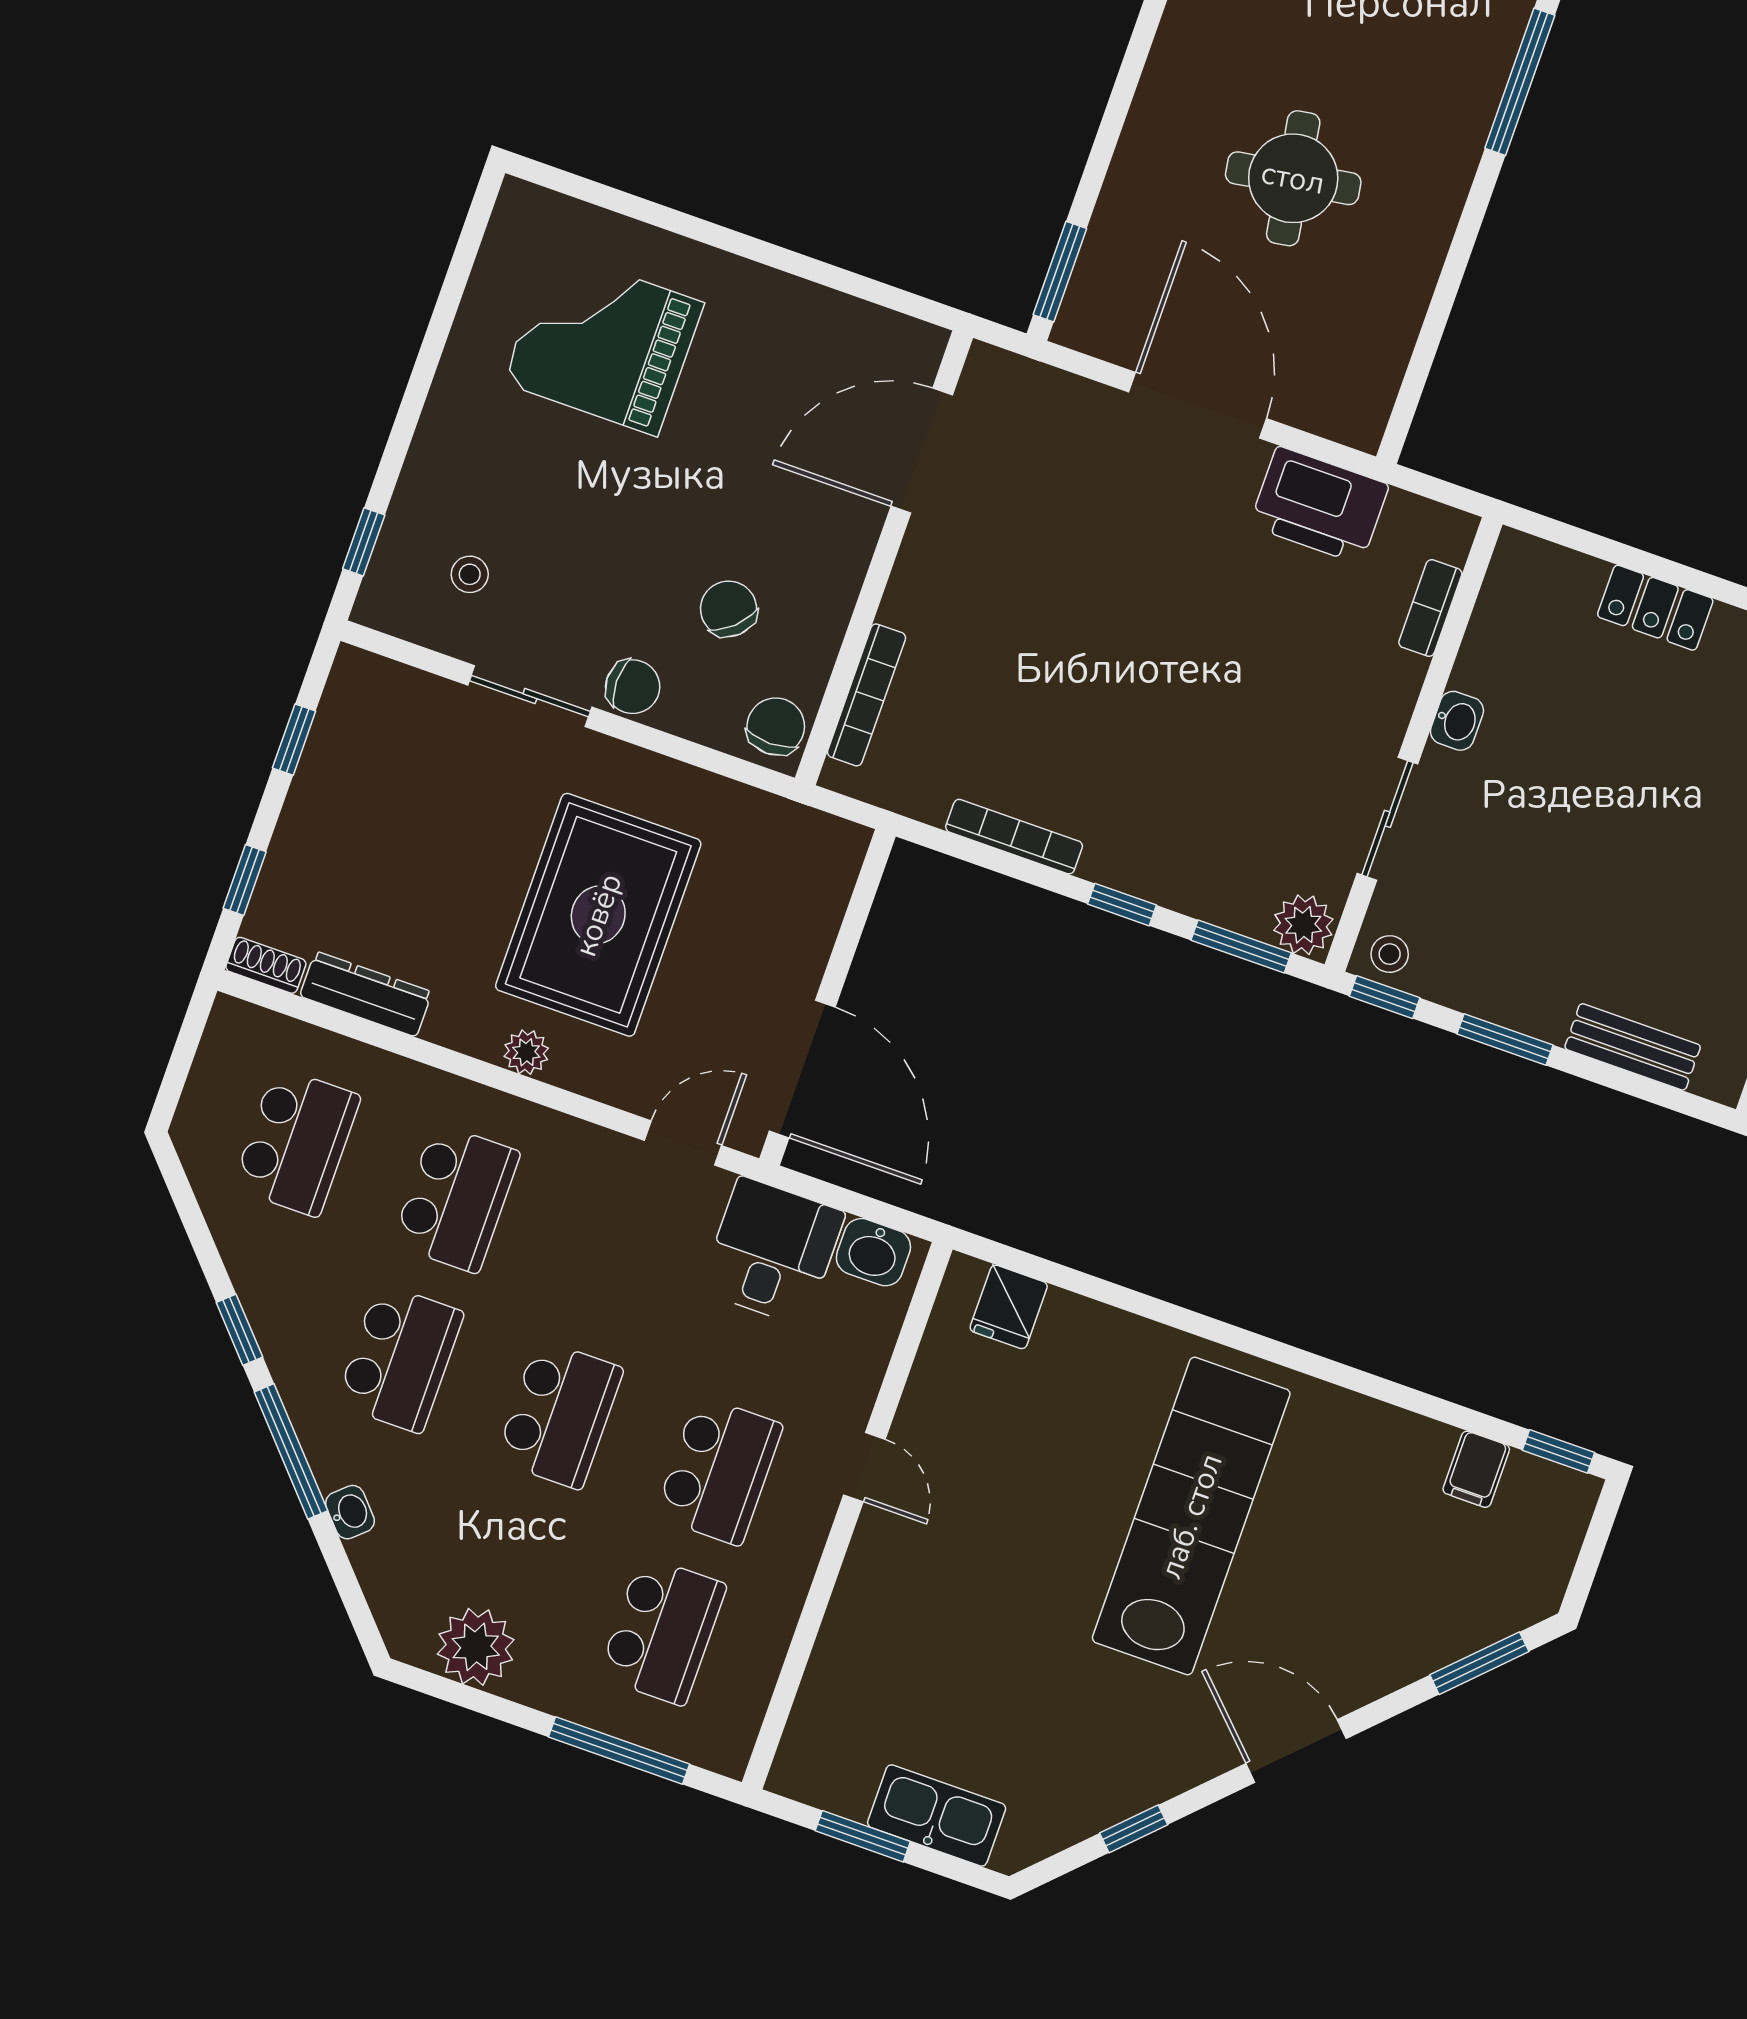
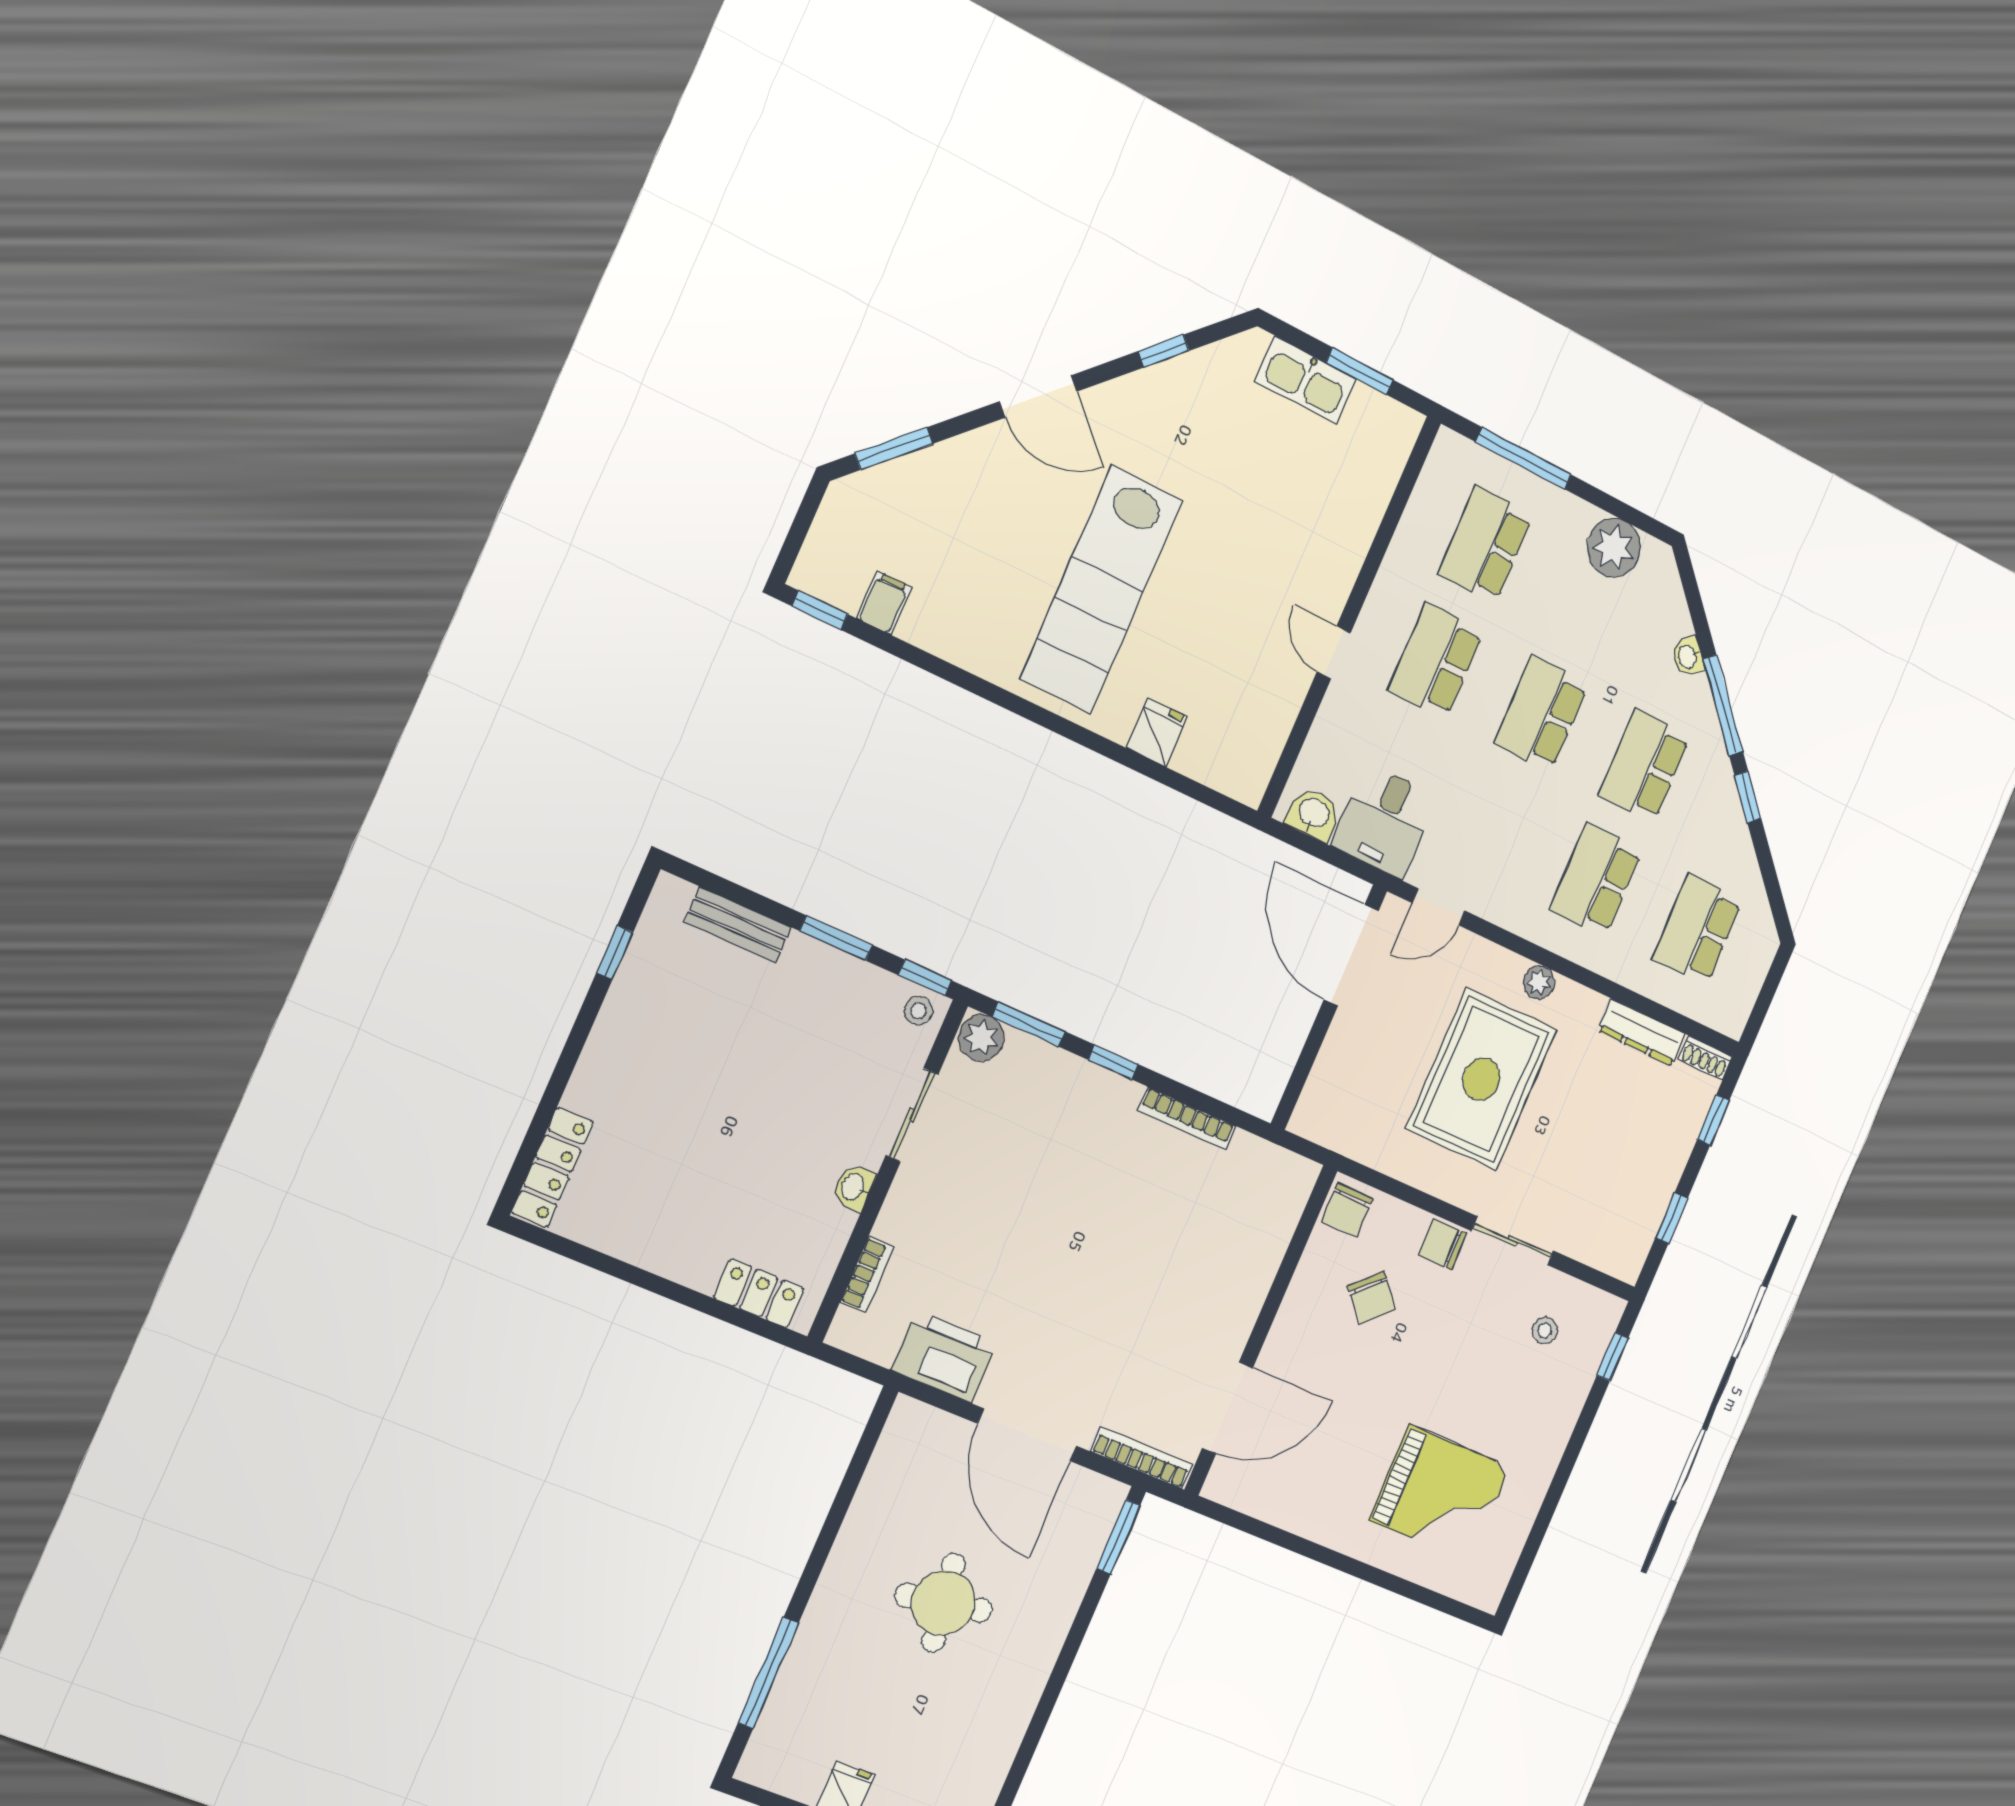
locker: (1655, 608) -> (759, 1293), moved
bookcase: (866, 695) -> (1142, 1458), moved, turned 90
fridge: (1009, 1307) -> (1157, 732), moved

